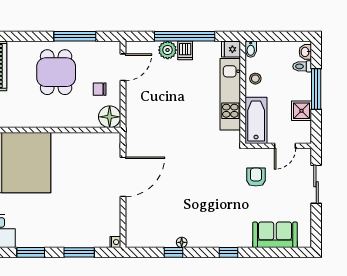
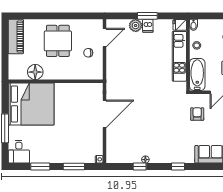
window: (75, 36) -> (71, 16), removed
window: (185, 36) -> (147, 16), width x0.47
floor lamp: (110, 117) -> (35, 72), moved

